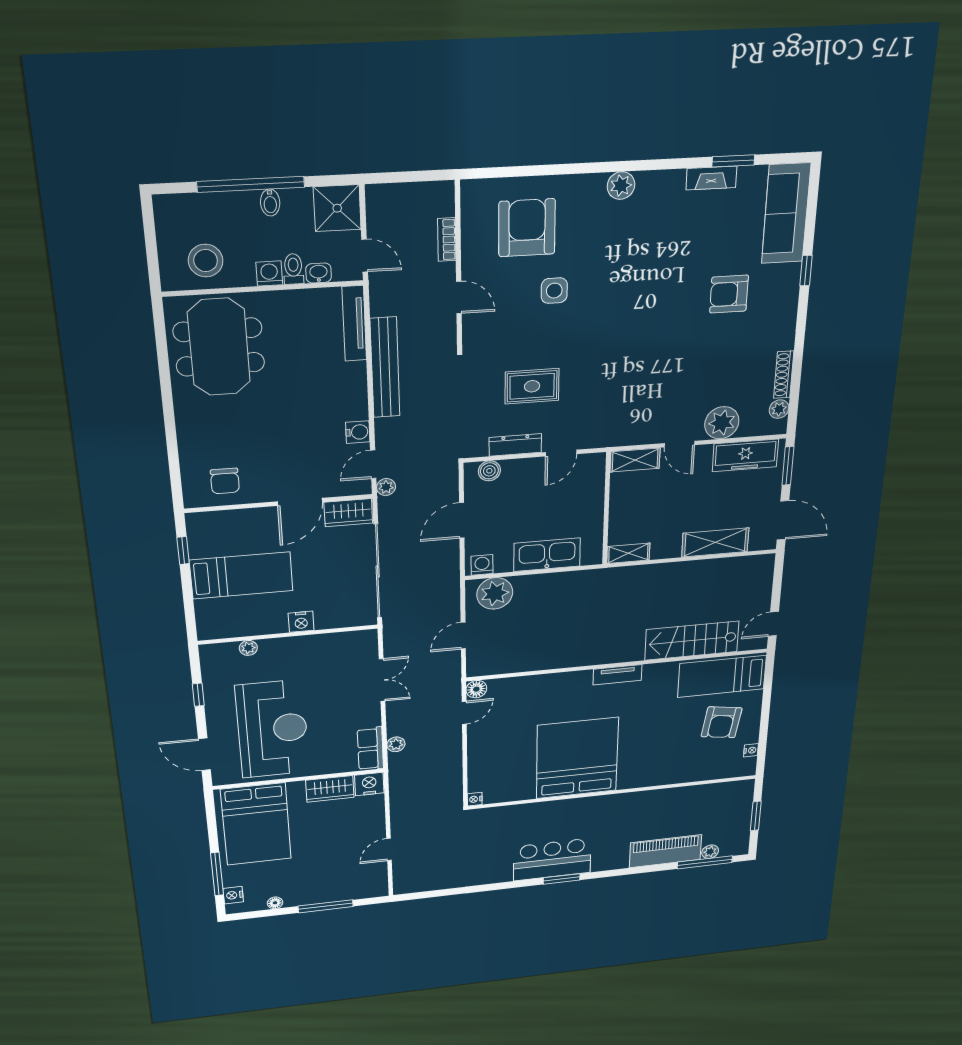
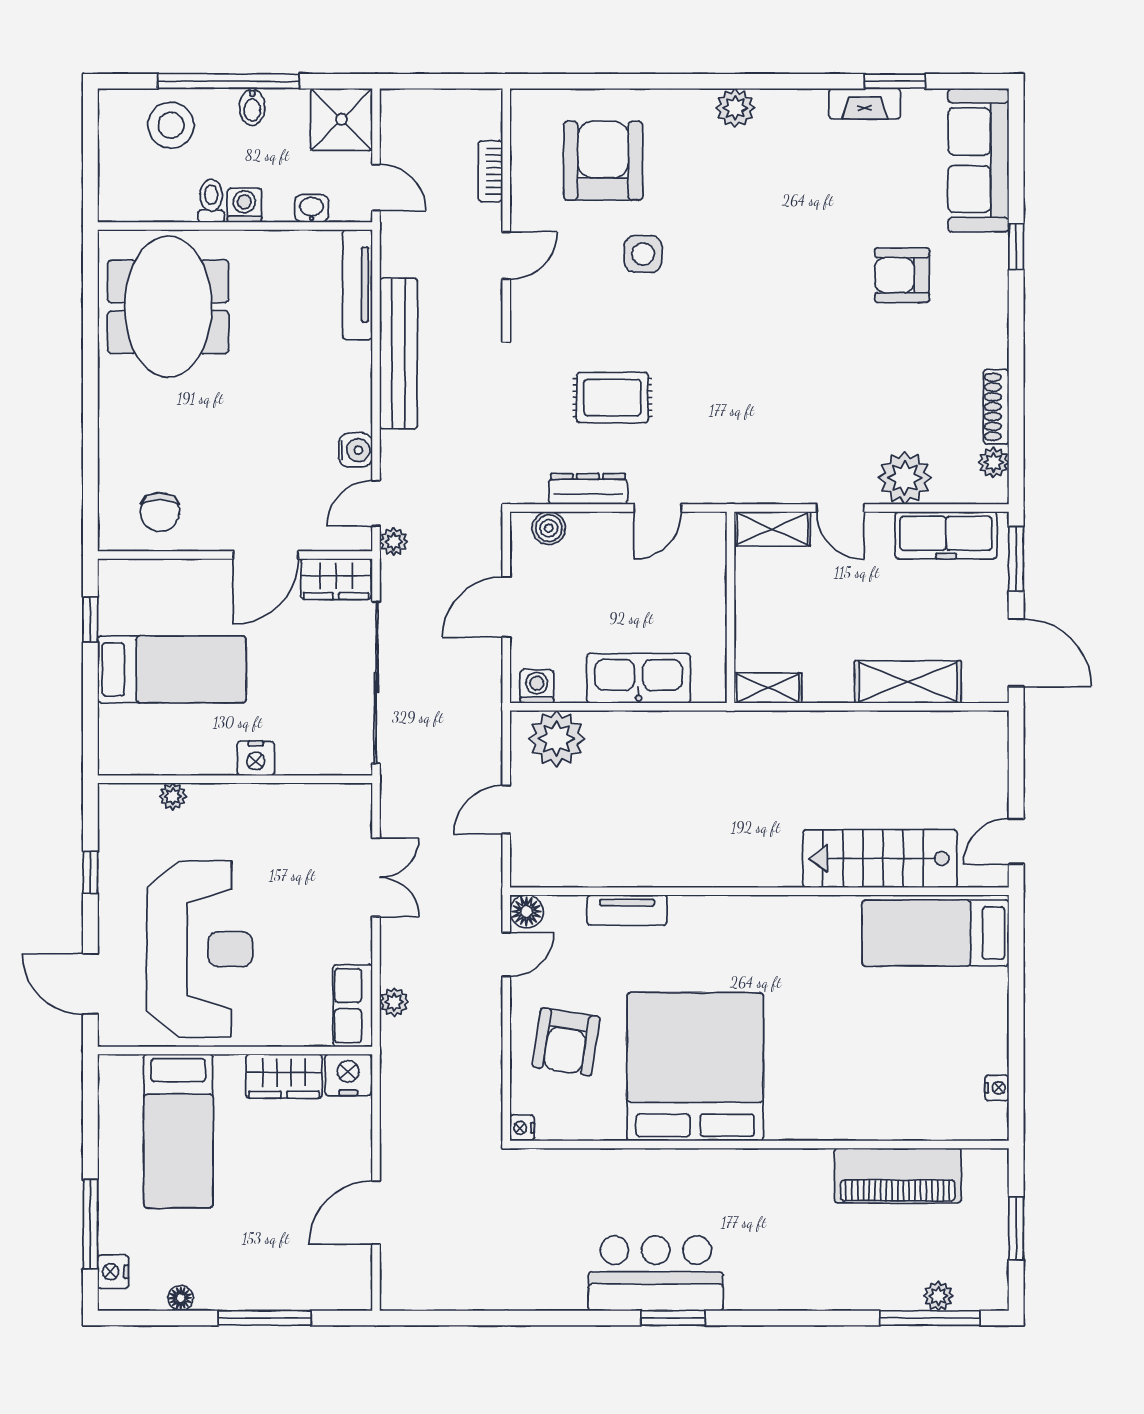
stool: (206, 261) -> (171, 125), moved
toilet: (293, 269) -> (211, 201), moved
door: (459, 297) -> (506, 256), hinge flipped
tv unit: (617, 675) -> (627, 910), moved
armchair: (722, 722) -> (566, 1042), moved
bed: (256, 824) -> (178, 1131), width x0.67
door: (389, 849) -> (376, 1213), width x1.38
piano: (665, 851) -> (898, 1176), moved, turned 180

